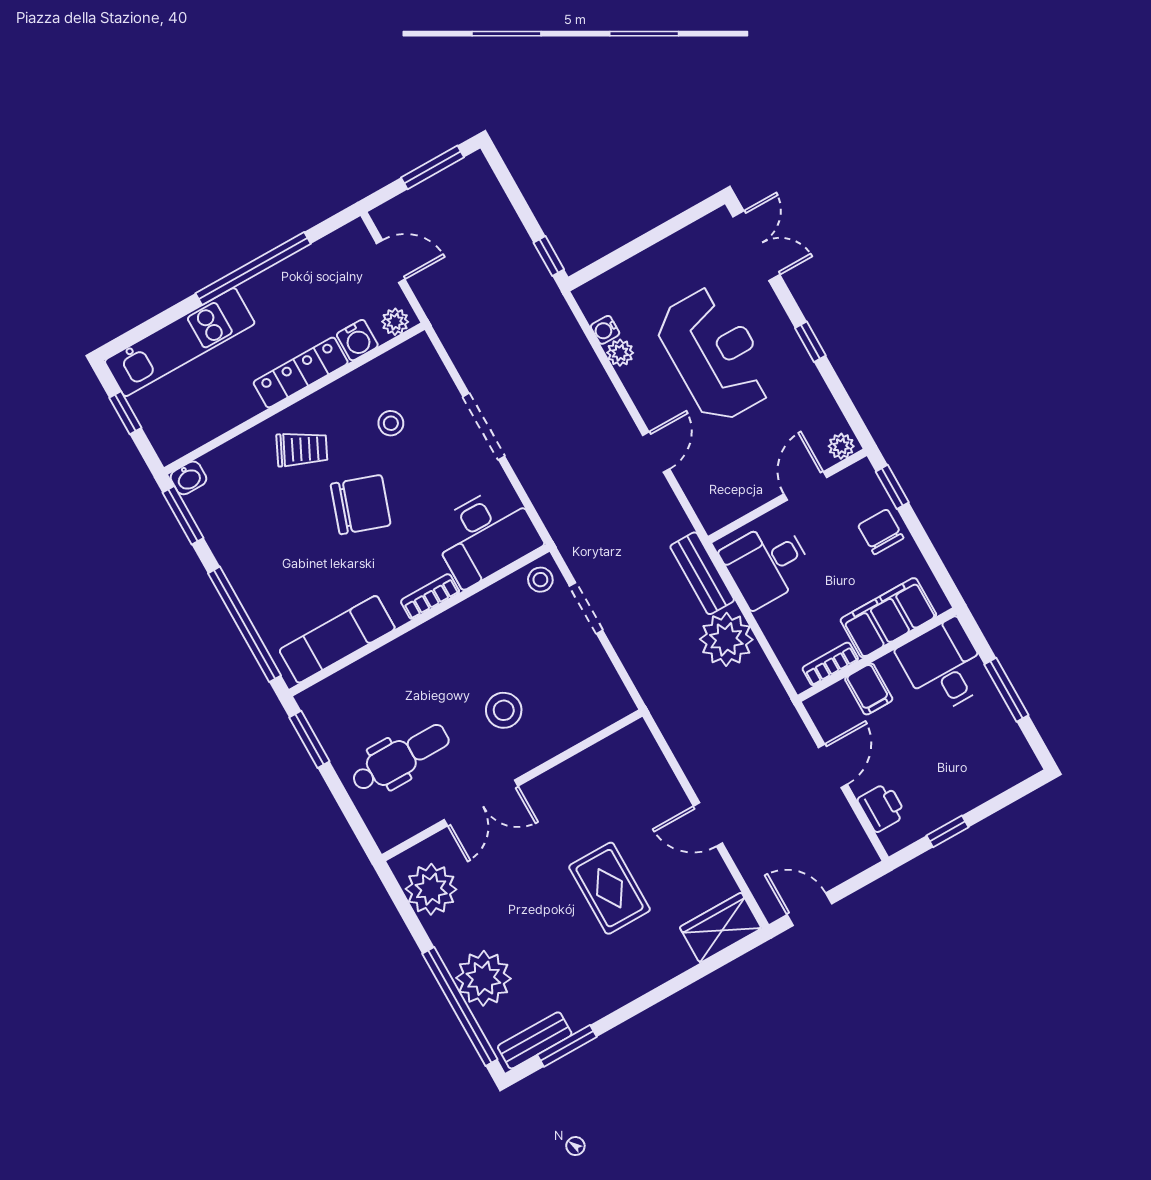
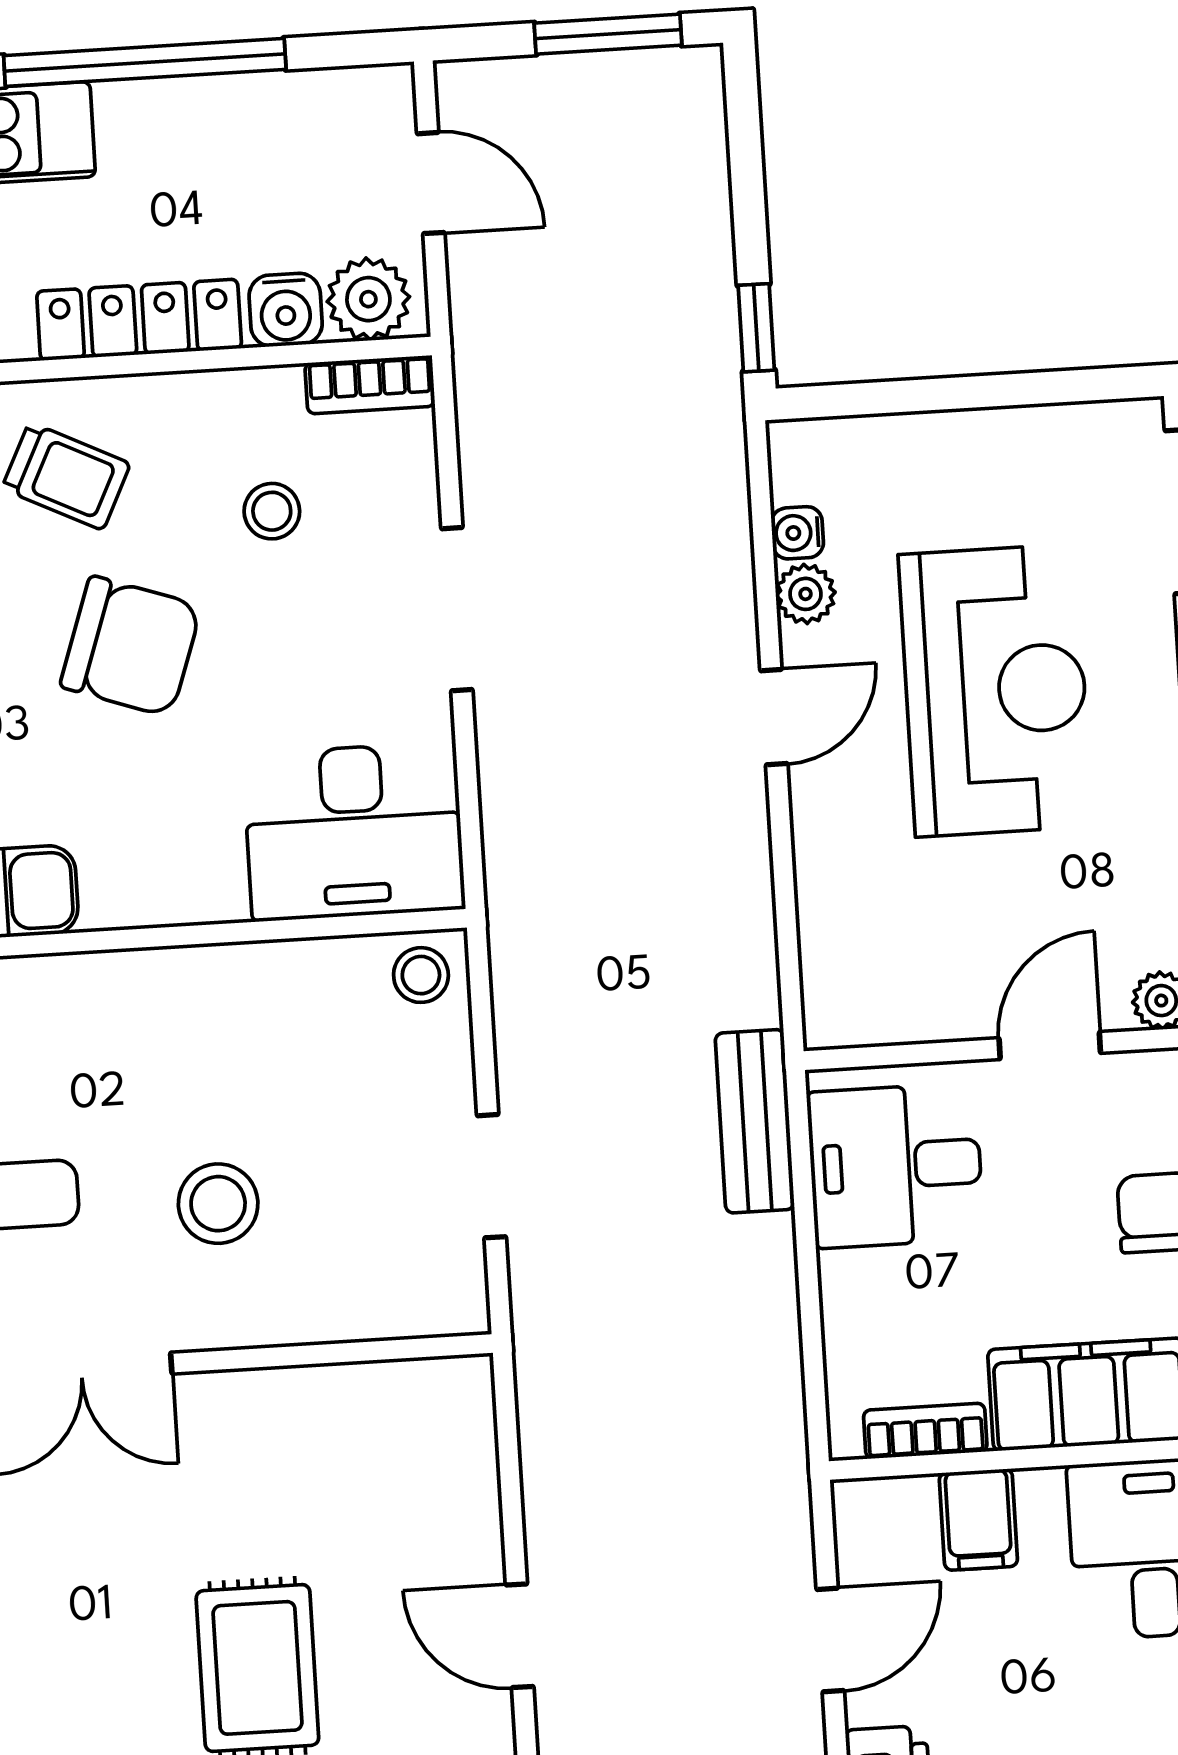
plant: (395, 322) -> (368, 299), width x1.38, depth x1.38
door: (656, 452) -> (774, 717), moved
bookcase: (430, 597) -> (370, 385), moved, turned 180
doorway: (586, 608) -> (491, 1176), moved
plant: (726, 639) -> (739, 1279), removed

